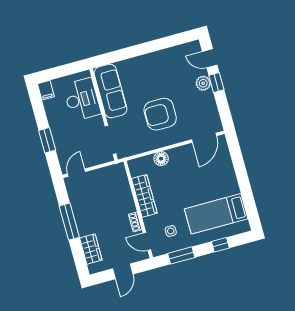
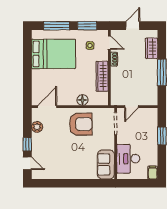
plant: (203, 83) -> (37, 127), moved
sofa: (110, 91) -> (106, 164), width x0.73
armchair: (160, 114) -> (81, 124), moved
door: (76, 173) -> (132, 107), moved
bed: (216, 214) -> (54, 54), width x1.50
window: (220, 245) -> (57, 26), width x2.17

